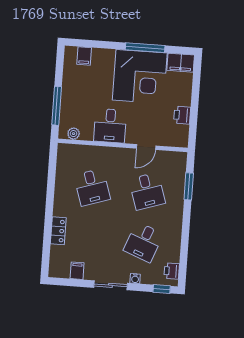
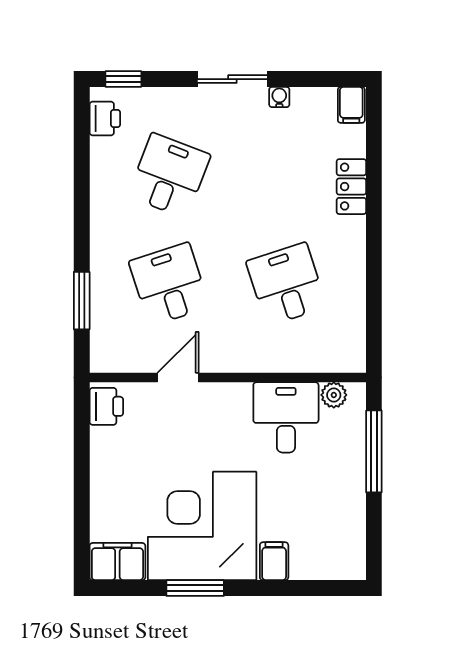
window: (145, 48) -> (195, 588), width x0.69
filing cabinet: (84, 56) -> (274, 561), moved
printer: (182, 115) -> (106, 406), moved
desk: (110, 126) -> (286, 417), moved
filing cabinet: (77, 271) -> (351, 105), moved
water cooler: (135, 279) -> (279, 97), moved

